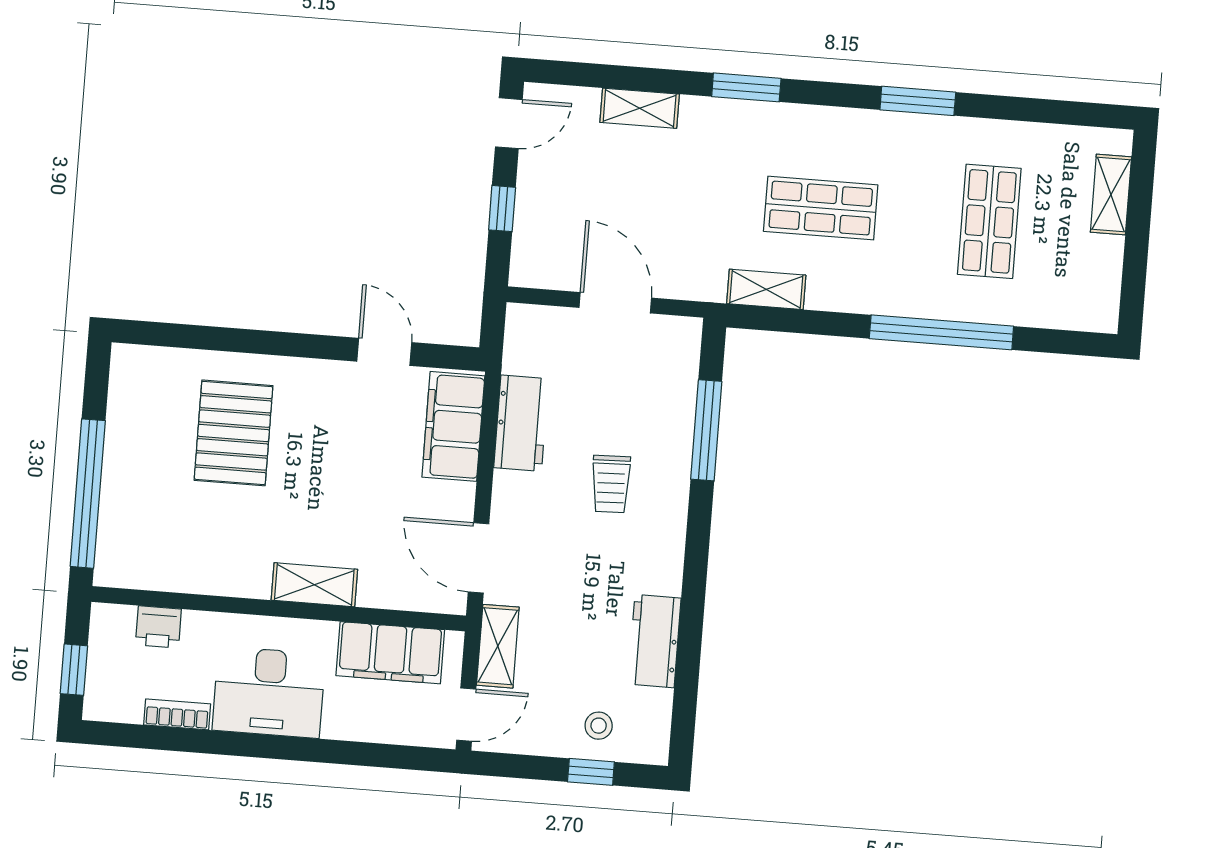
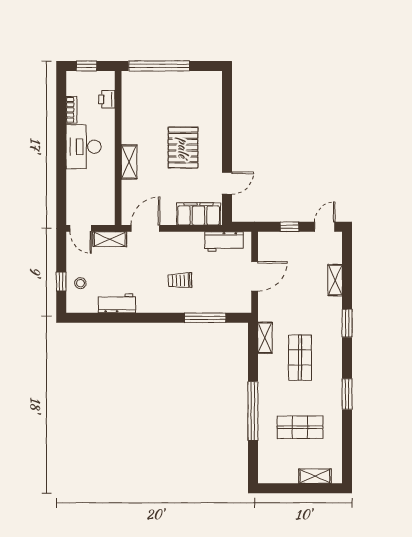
door: (509, 123) -> (325, 227), swing flipped
workbench: (521, 423) -> (224, 242), moved
pallet: (233, 433) -> (183, 148), moved, turned 90
filing cabinet: (390, 653) -> (104, 195), removed

